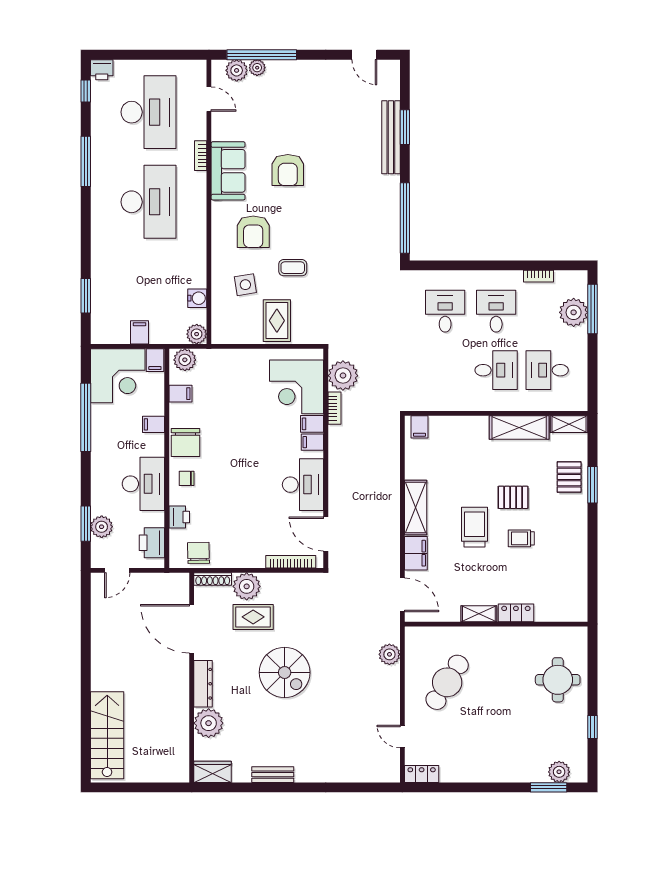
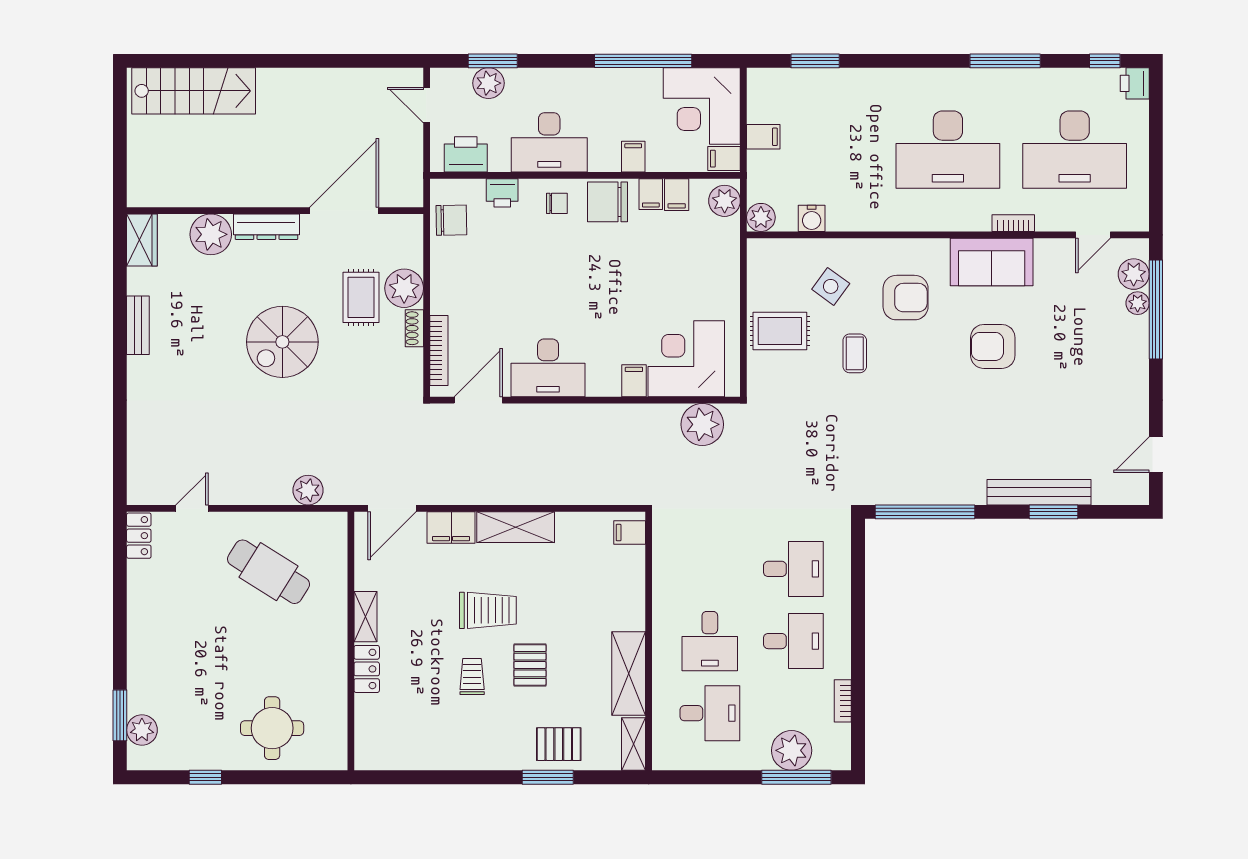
armchair: (253, 232) -> (906, 298), turned 180
side table: (245, 285) -> (831, 286), turned 45
desk: (547, 370) -> (710, 713), turned 90
bookcase: (335, 408) -> (656, 412), removed
filing cabinet: (312, 442) -> (651, 194), moved, turned 180
chair: (187, 478) -> (557, 203), turned 90
shoe rack: (213, 579) -> (414, 328), moved, width x0.70

